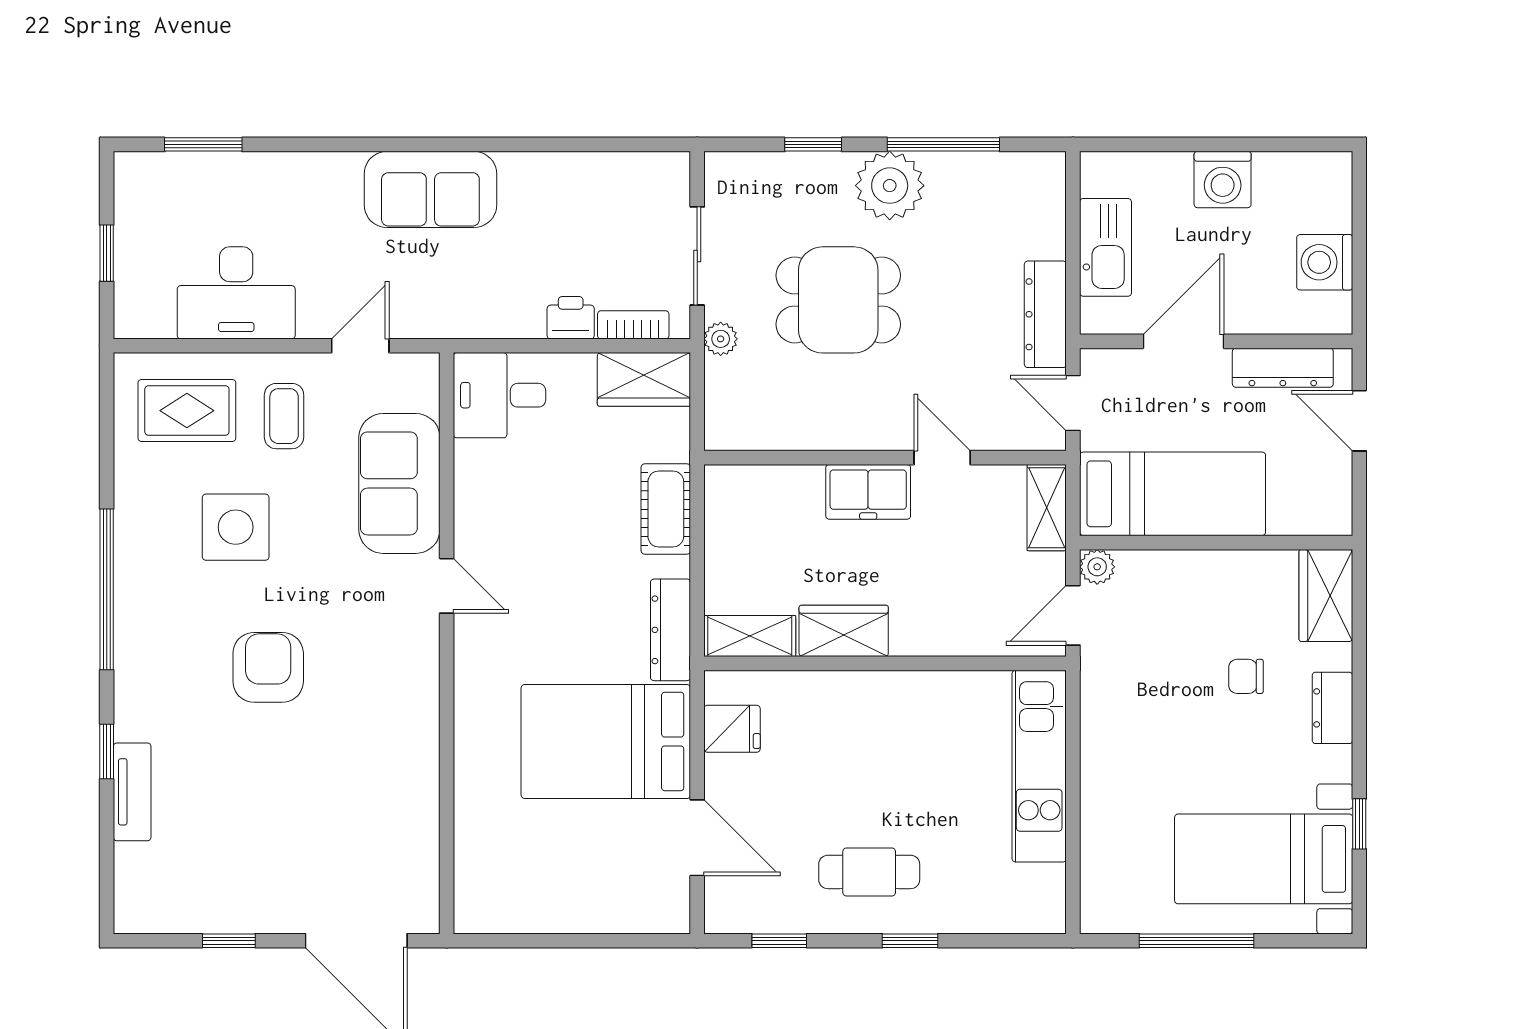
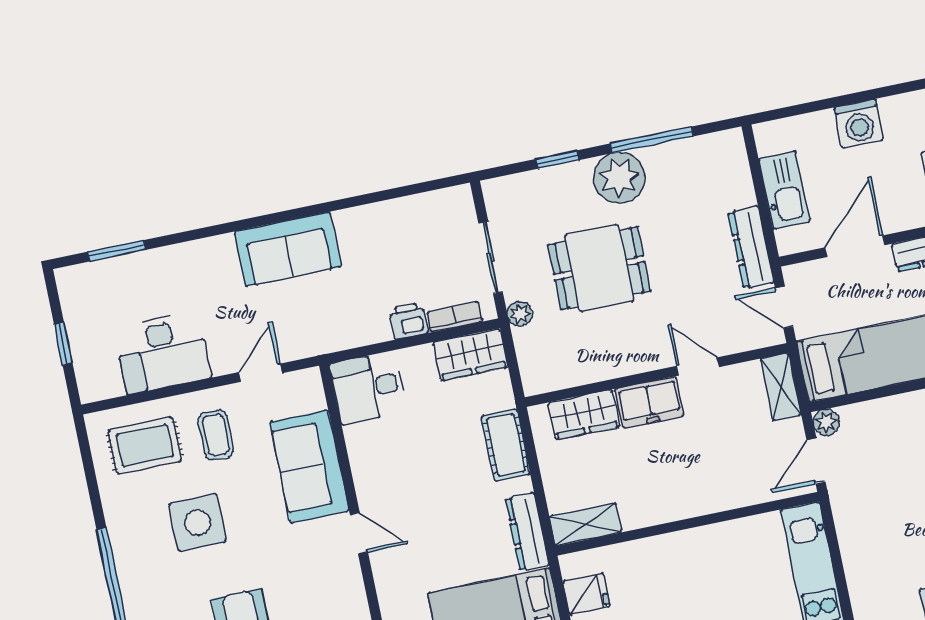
wardrobe: (844, 631) -> (584, 415), moved, turned 180

